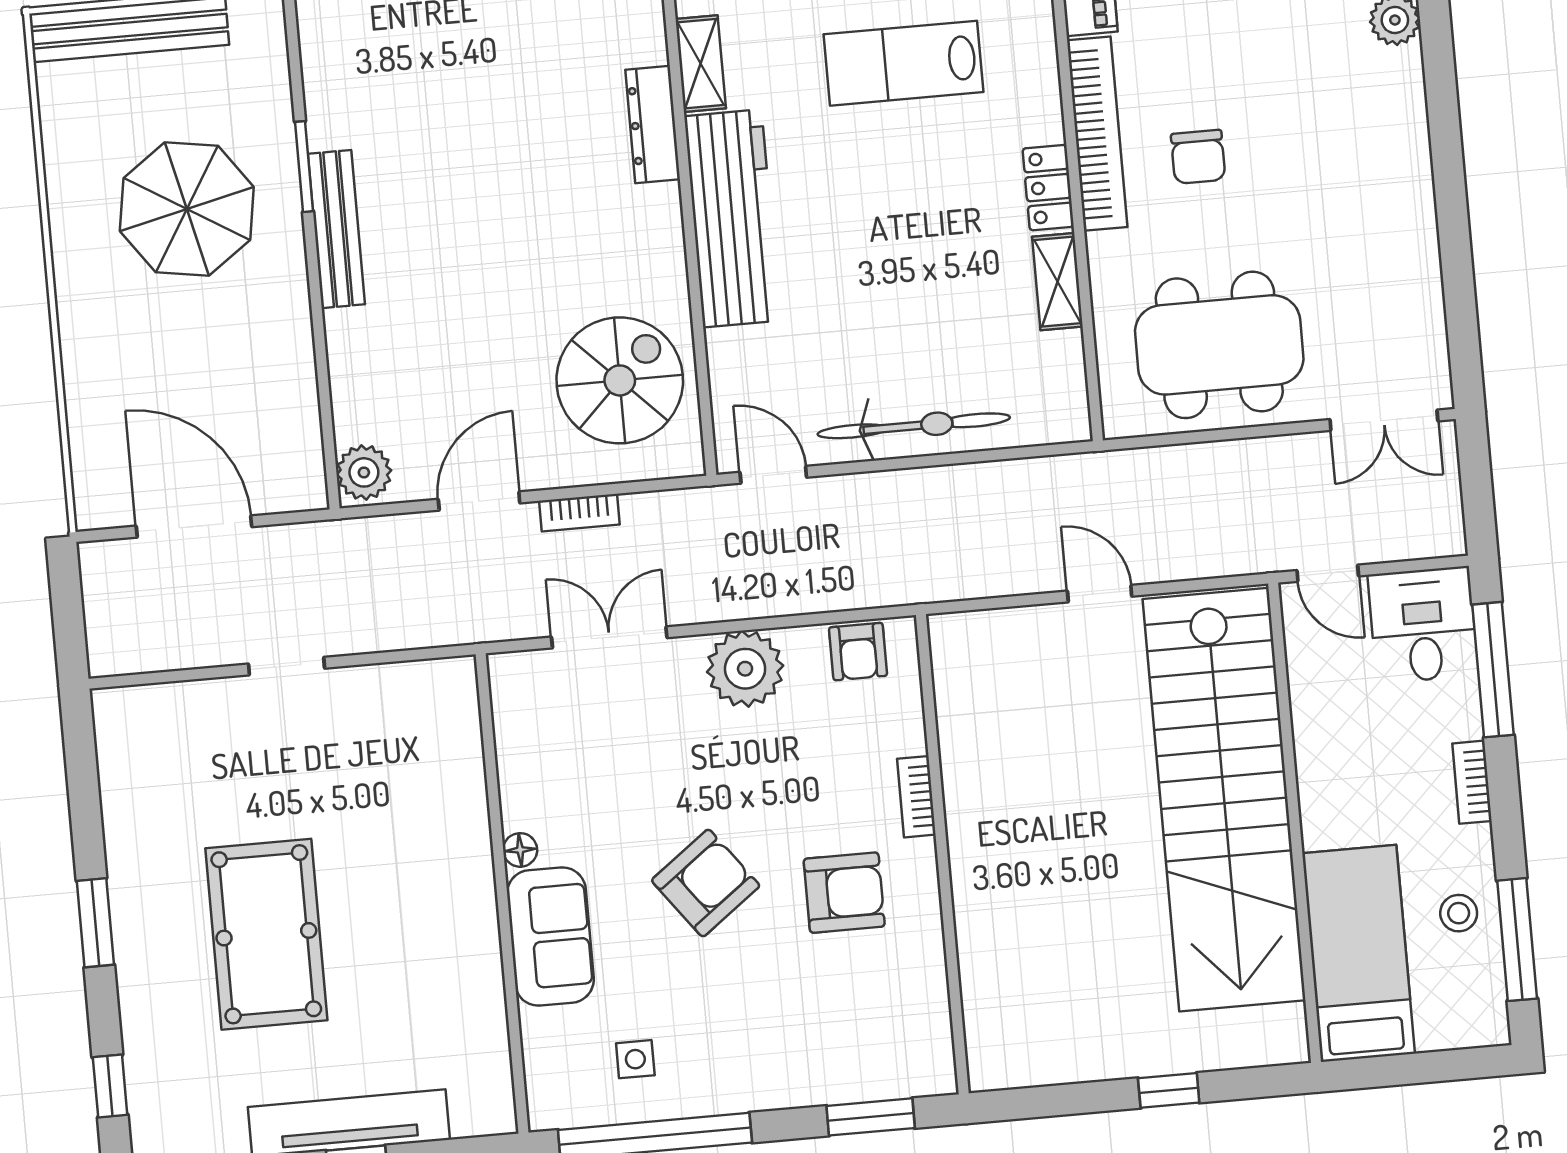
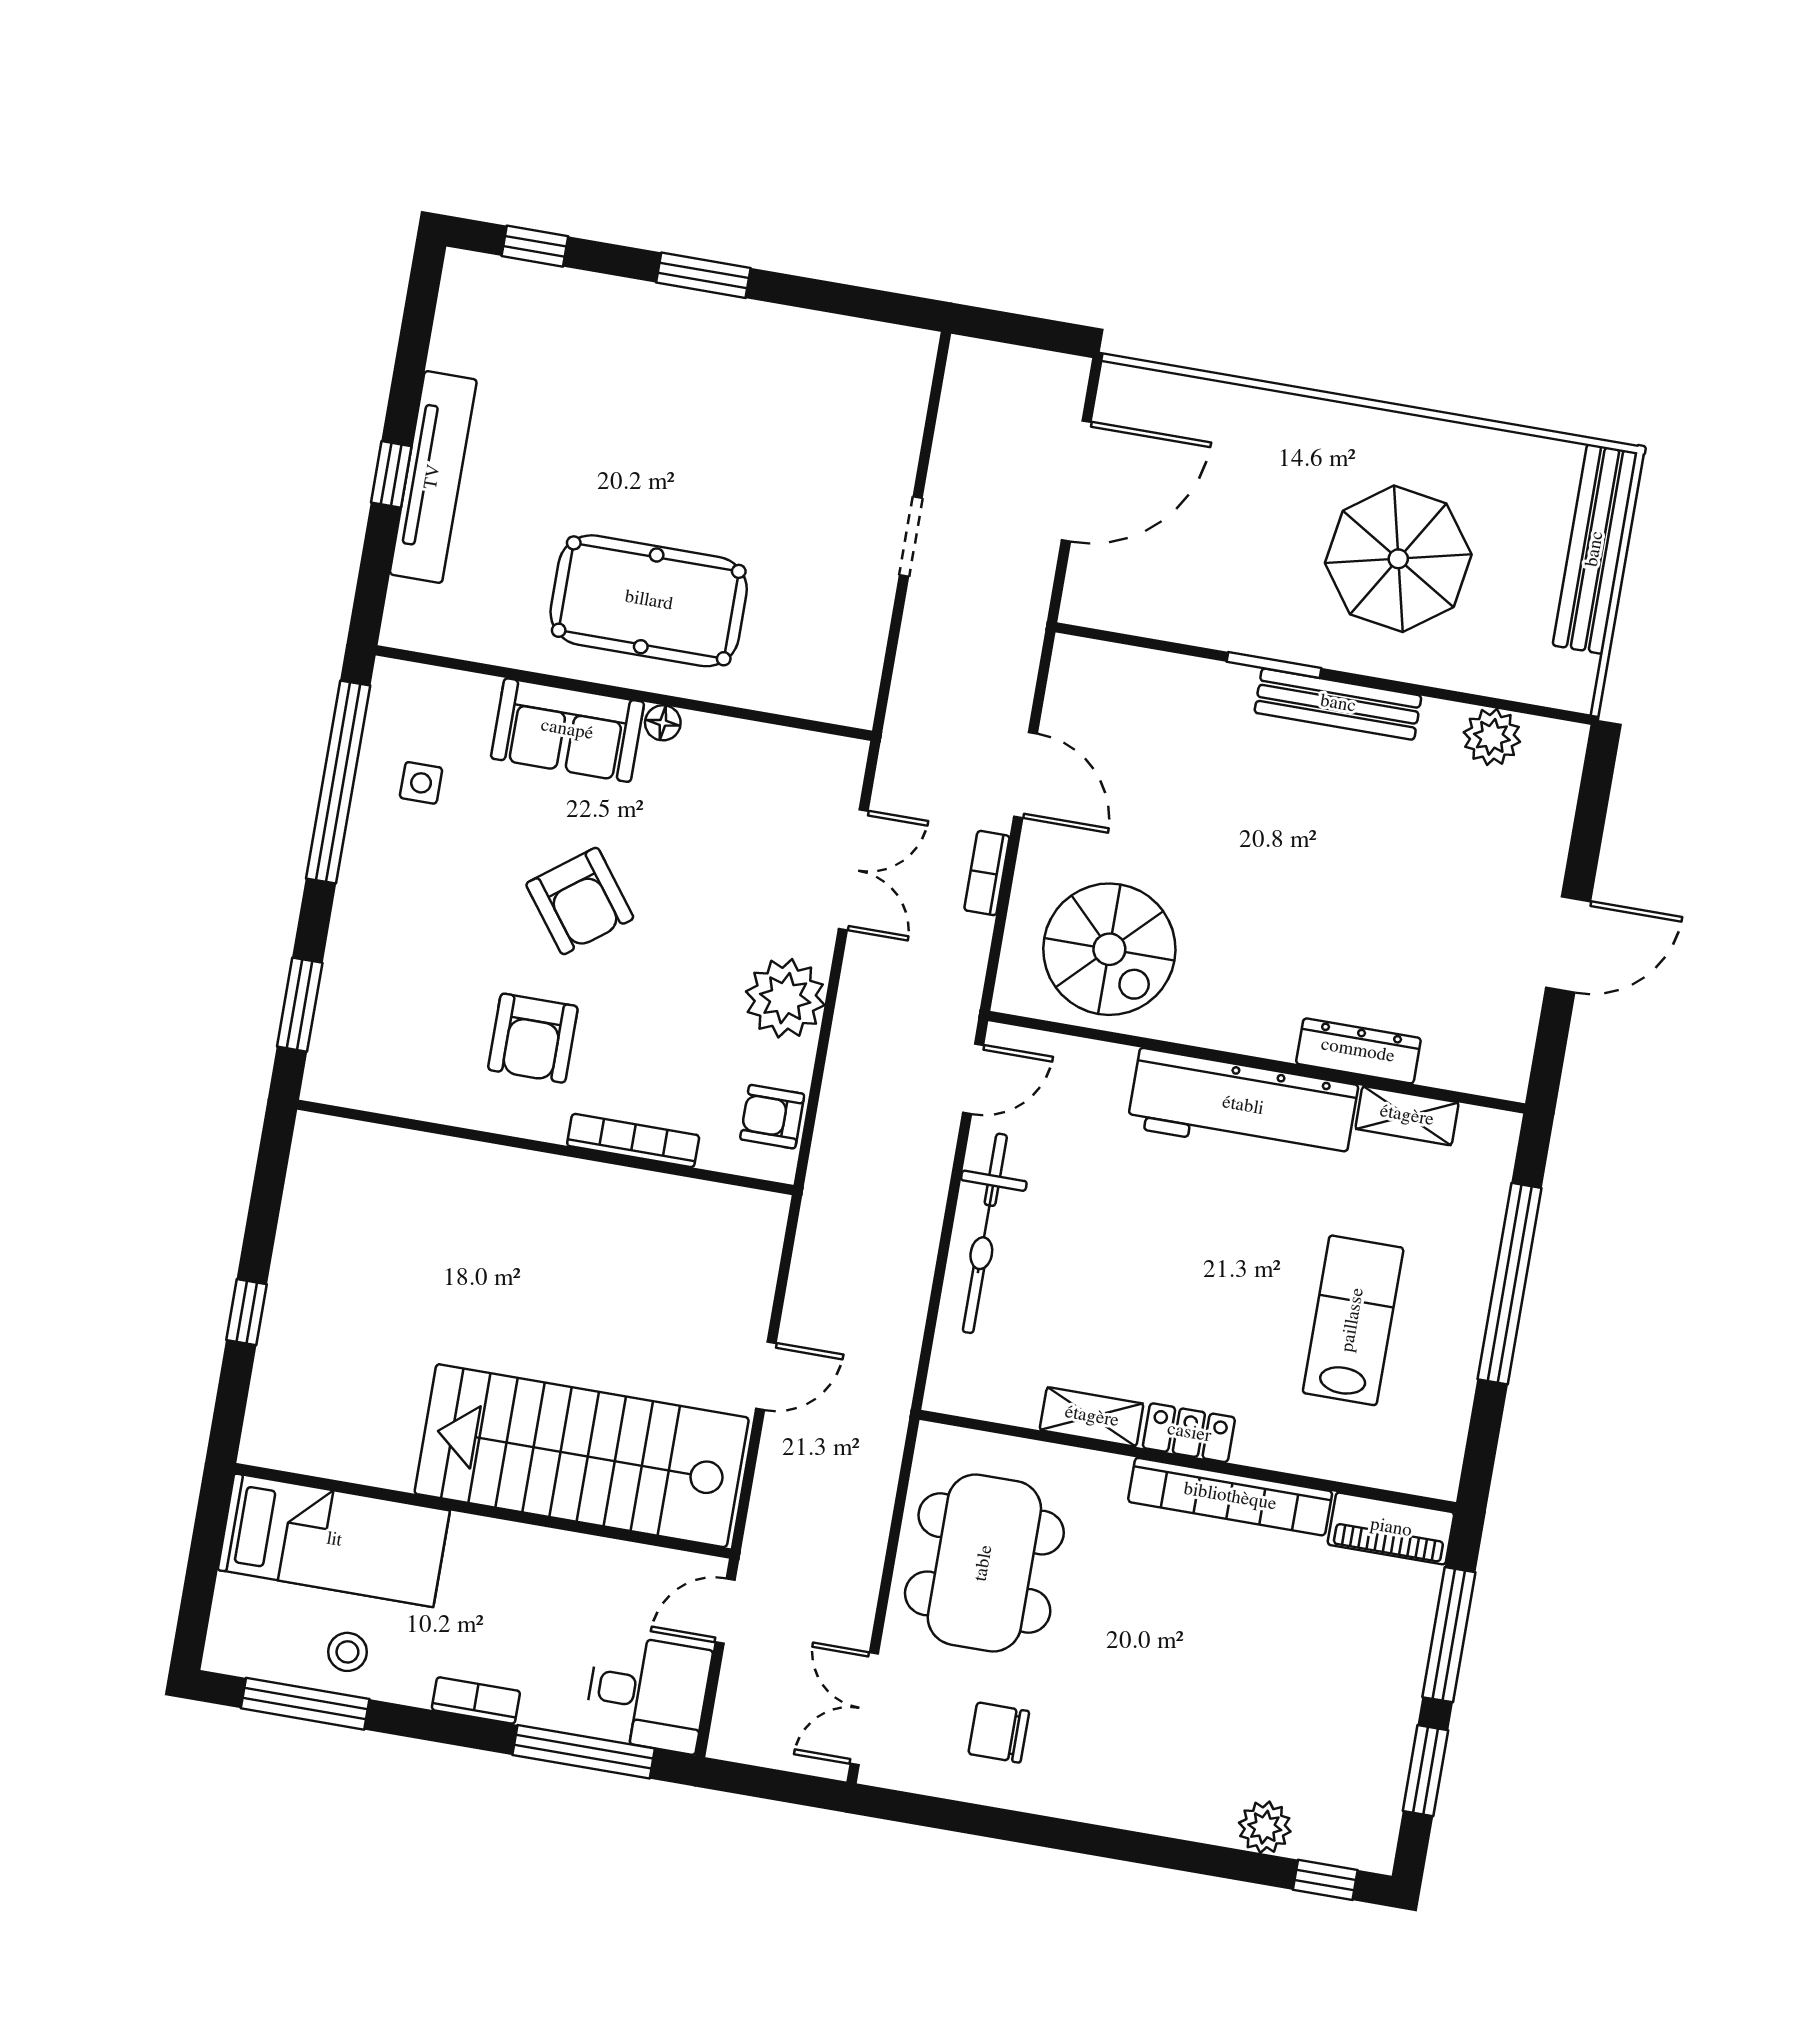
chair: (1198, 157) -> (999, 1733), moved
window: (304, 167) -> (1274, 665), moved
plant: (364, 472) -> (1492, 737), moved
bookcase: (916, 797) -> (633, 1141), width x1.56
stairs: (1224, 800) -> (582, 1456), width x0.73
pool table: (266, 934) -> (649, 601), moved

